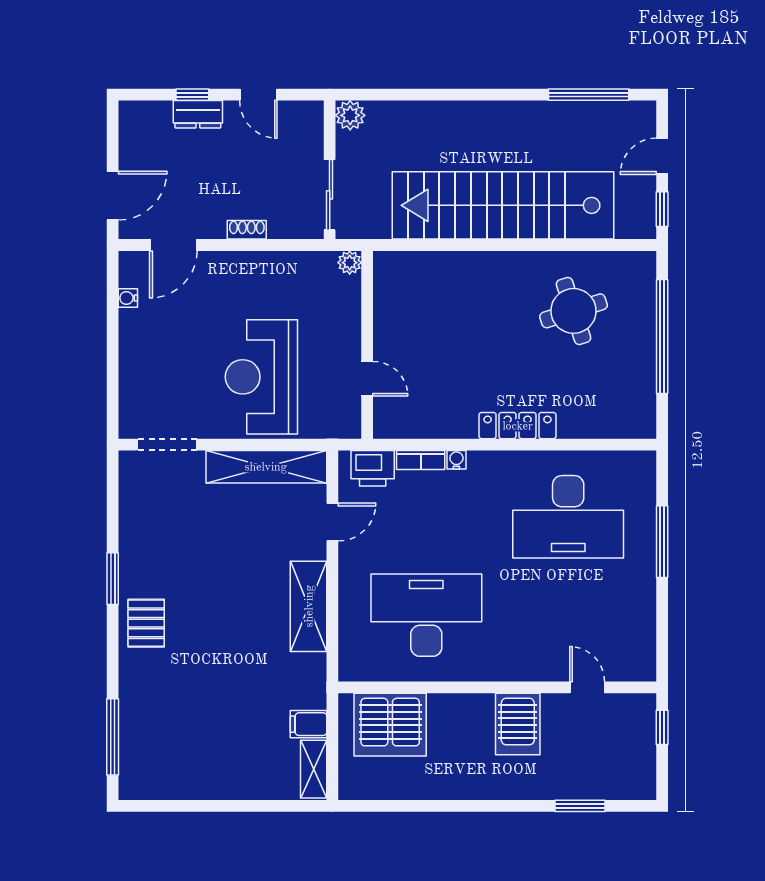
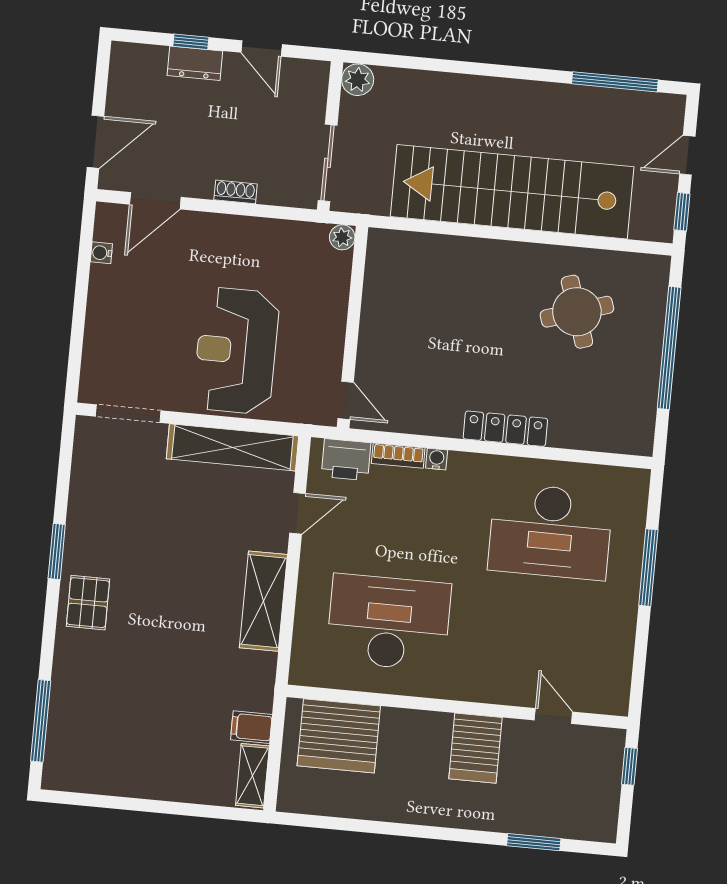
door: (367, 379) -> (346, 400), moved

